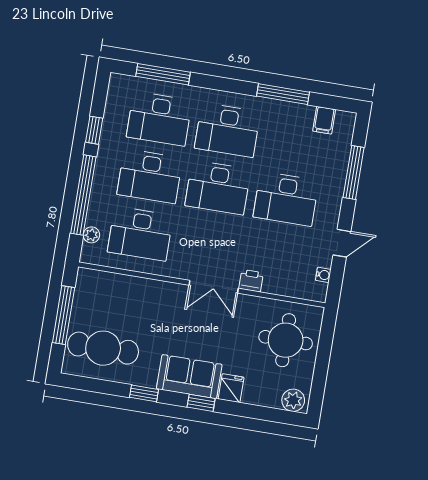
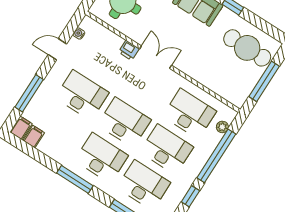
window: (283, 94) -> (75, 179), moved
filing cabinet: (345, 124) -> (21, 128), added

